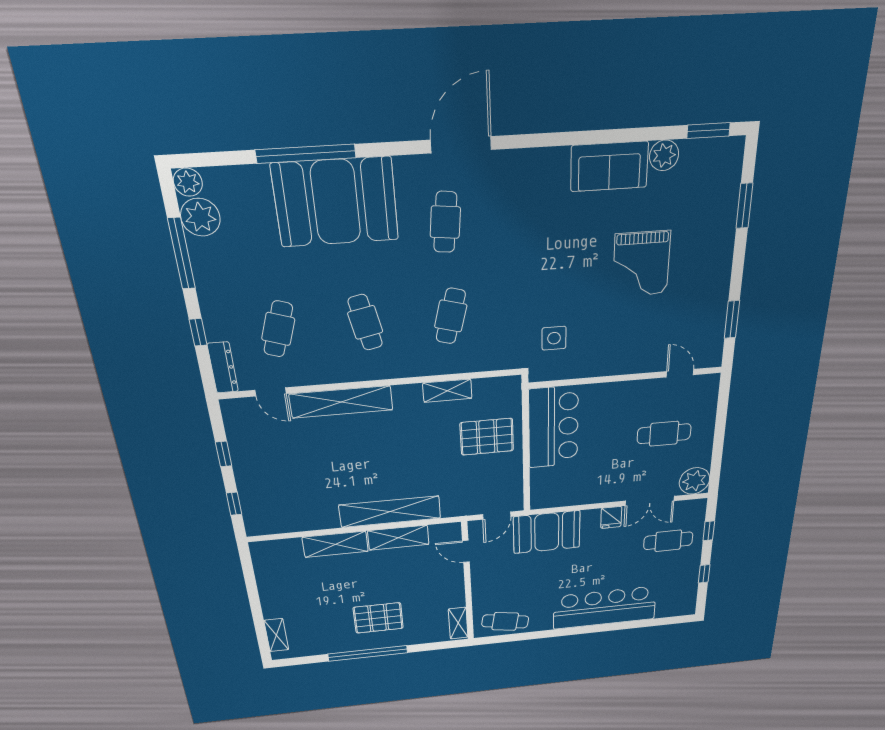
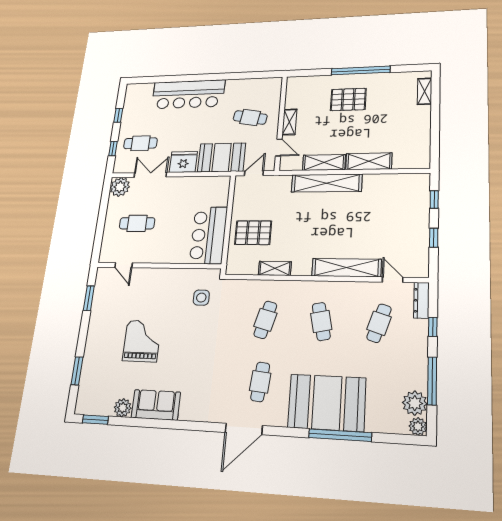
fridge: (611, 517) -> (183, 162), width x1.88, depth x1.34
cafe table: (505, 621) -> (250, 117), moved
shelving: (458, 623) -> (289, 122), moved

